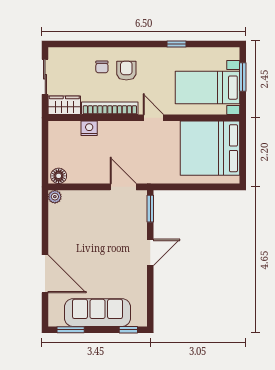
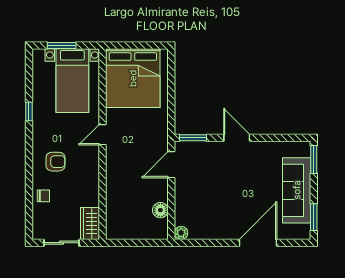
chair: (102, 67) -> (43, 196), moved
armchair: (126, 71) -> (55, 162), turned 180
bookcase: (110, 108) -> (93, 178), removed
nightstand: (89, 128) -> (113, 199), removed
floor lamp: (59, 176) -> (160, 210), moved
window: (128, 330) -> (314, 160), width x1.50

